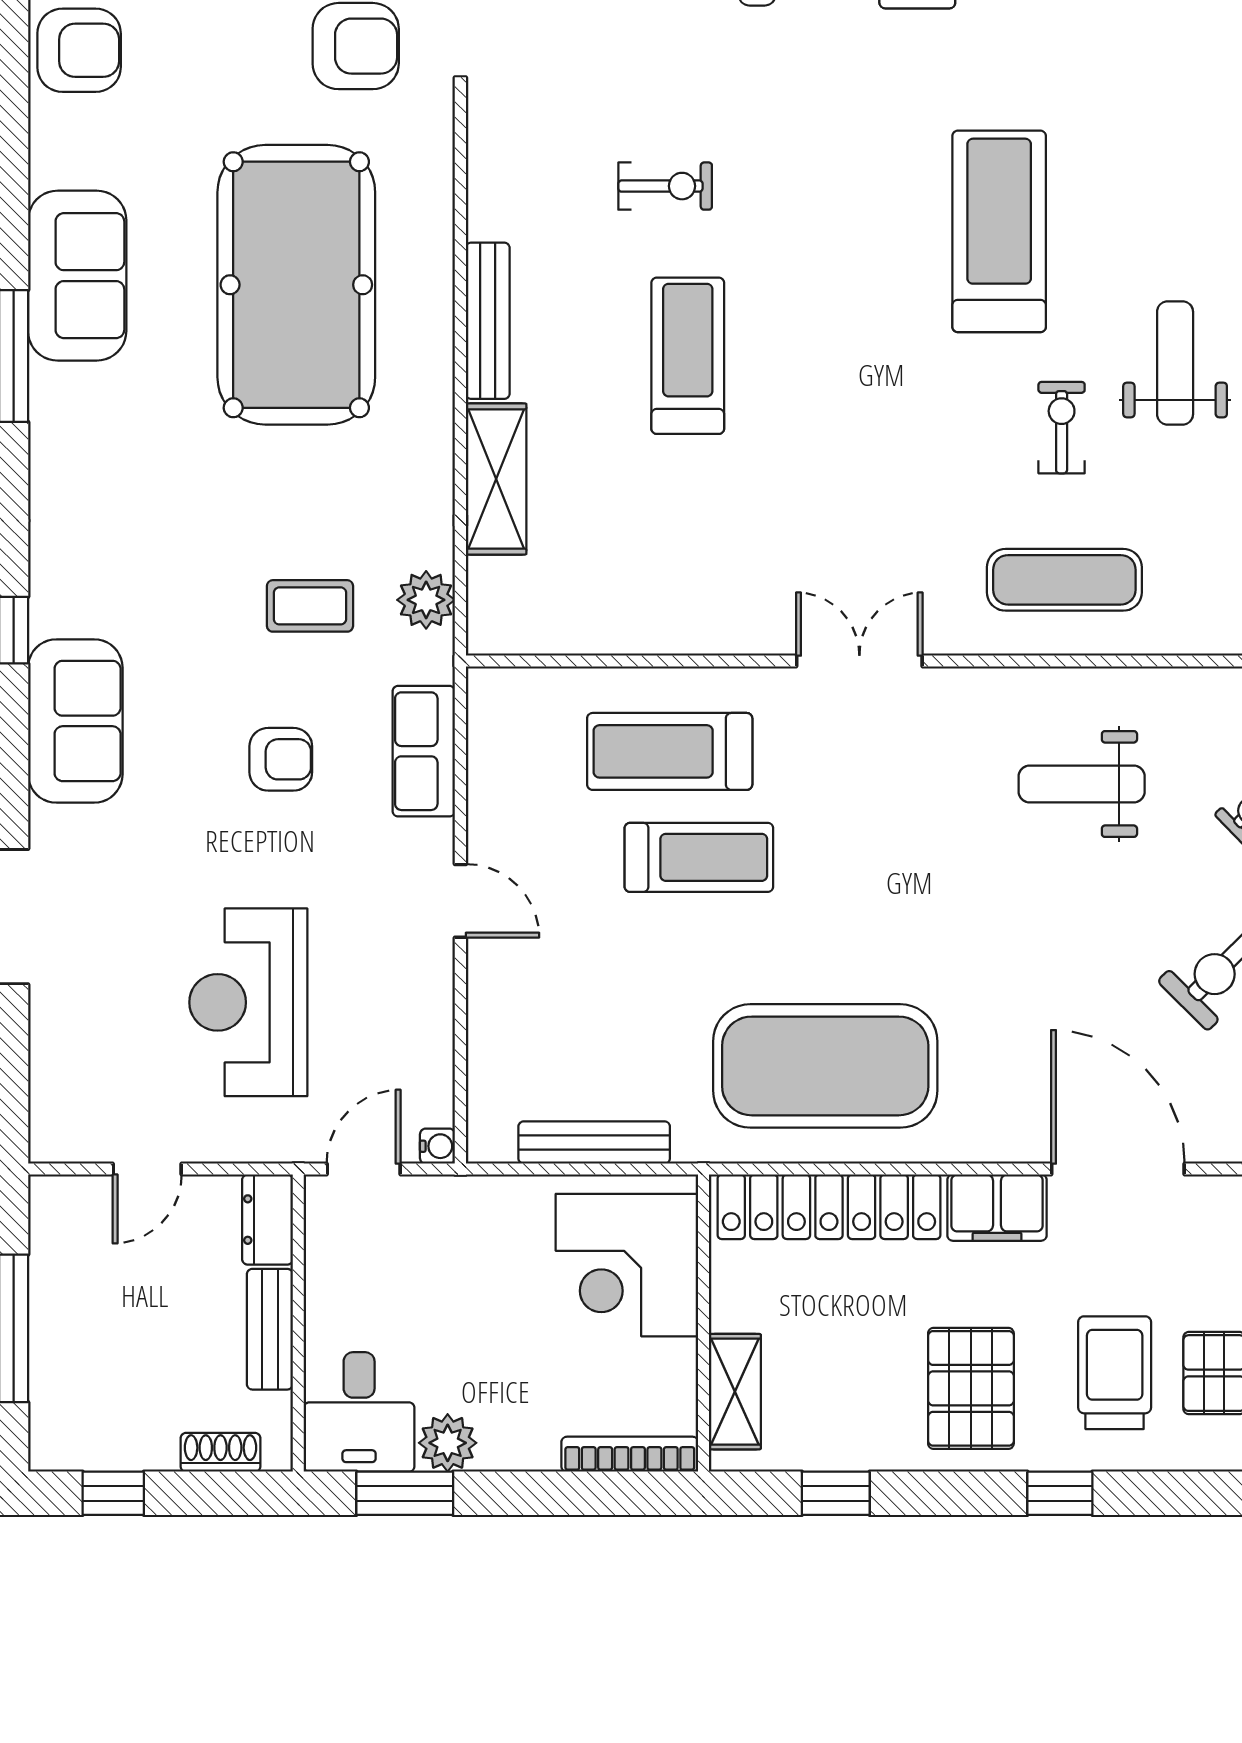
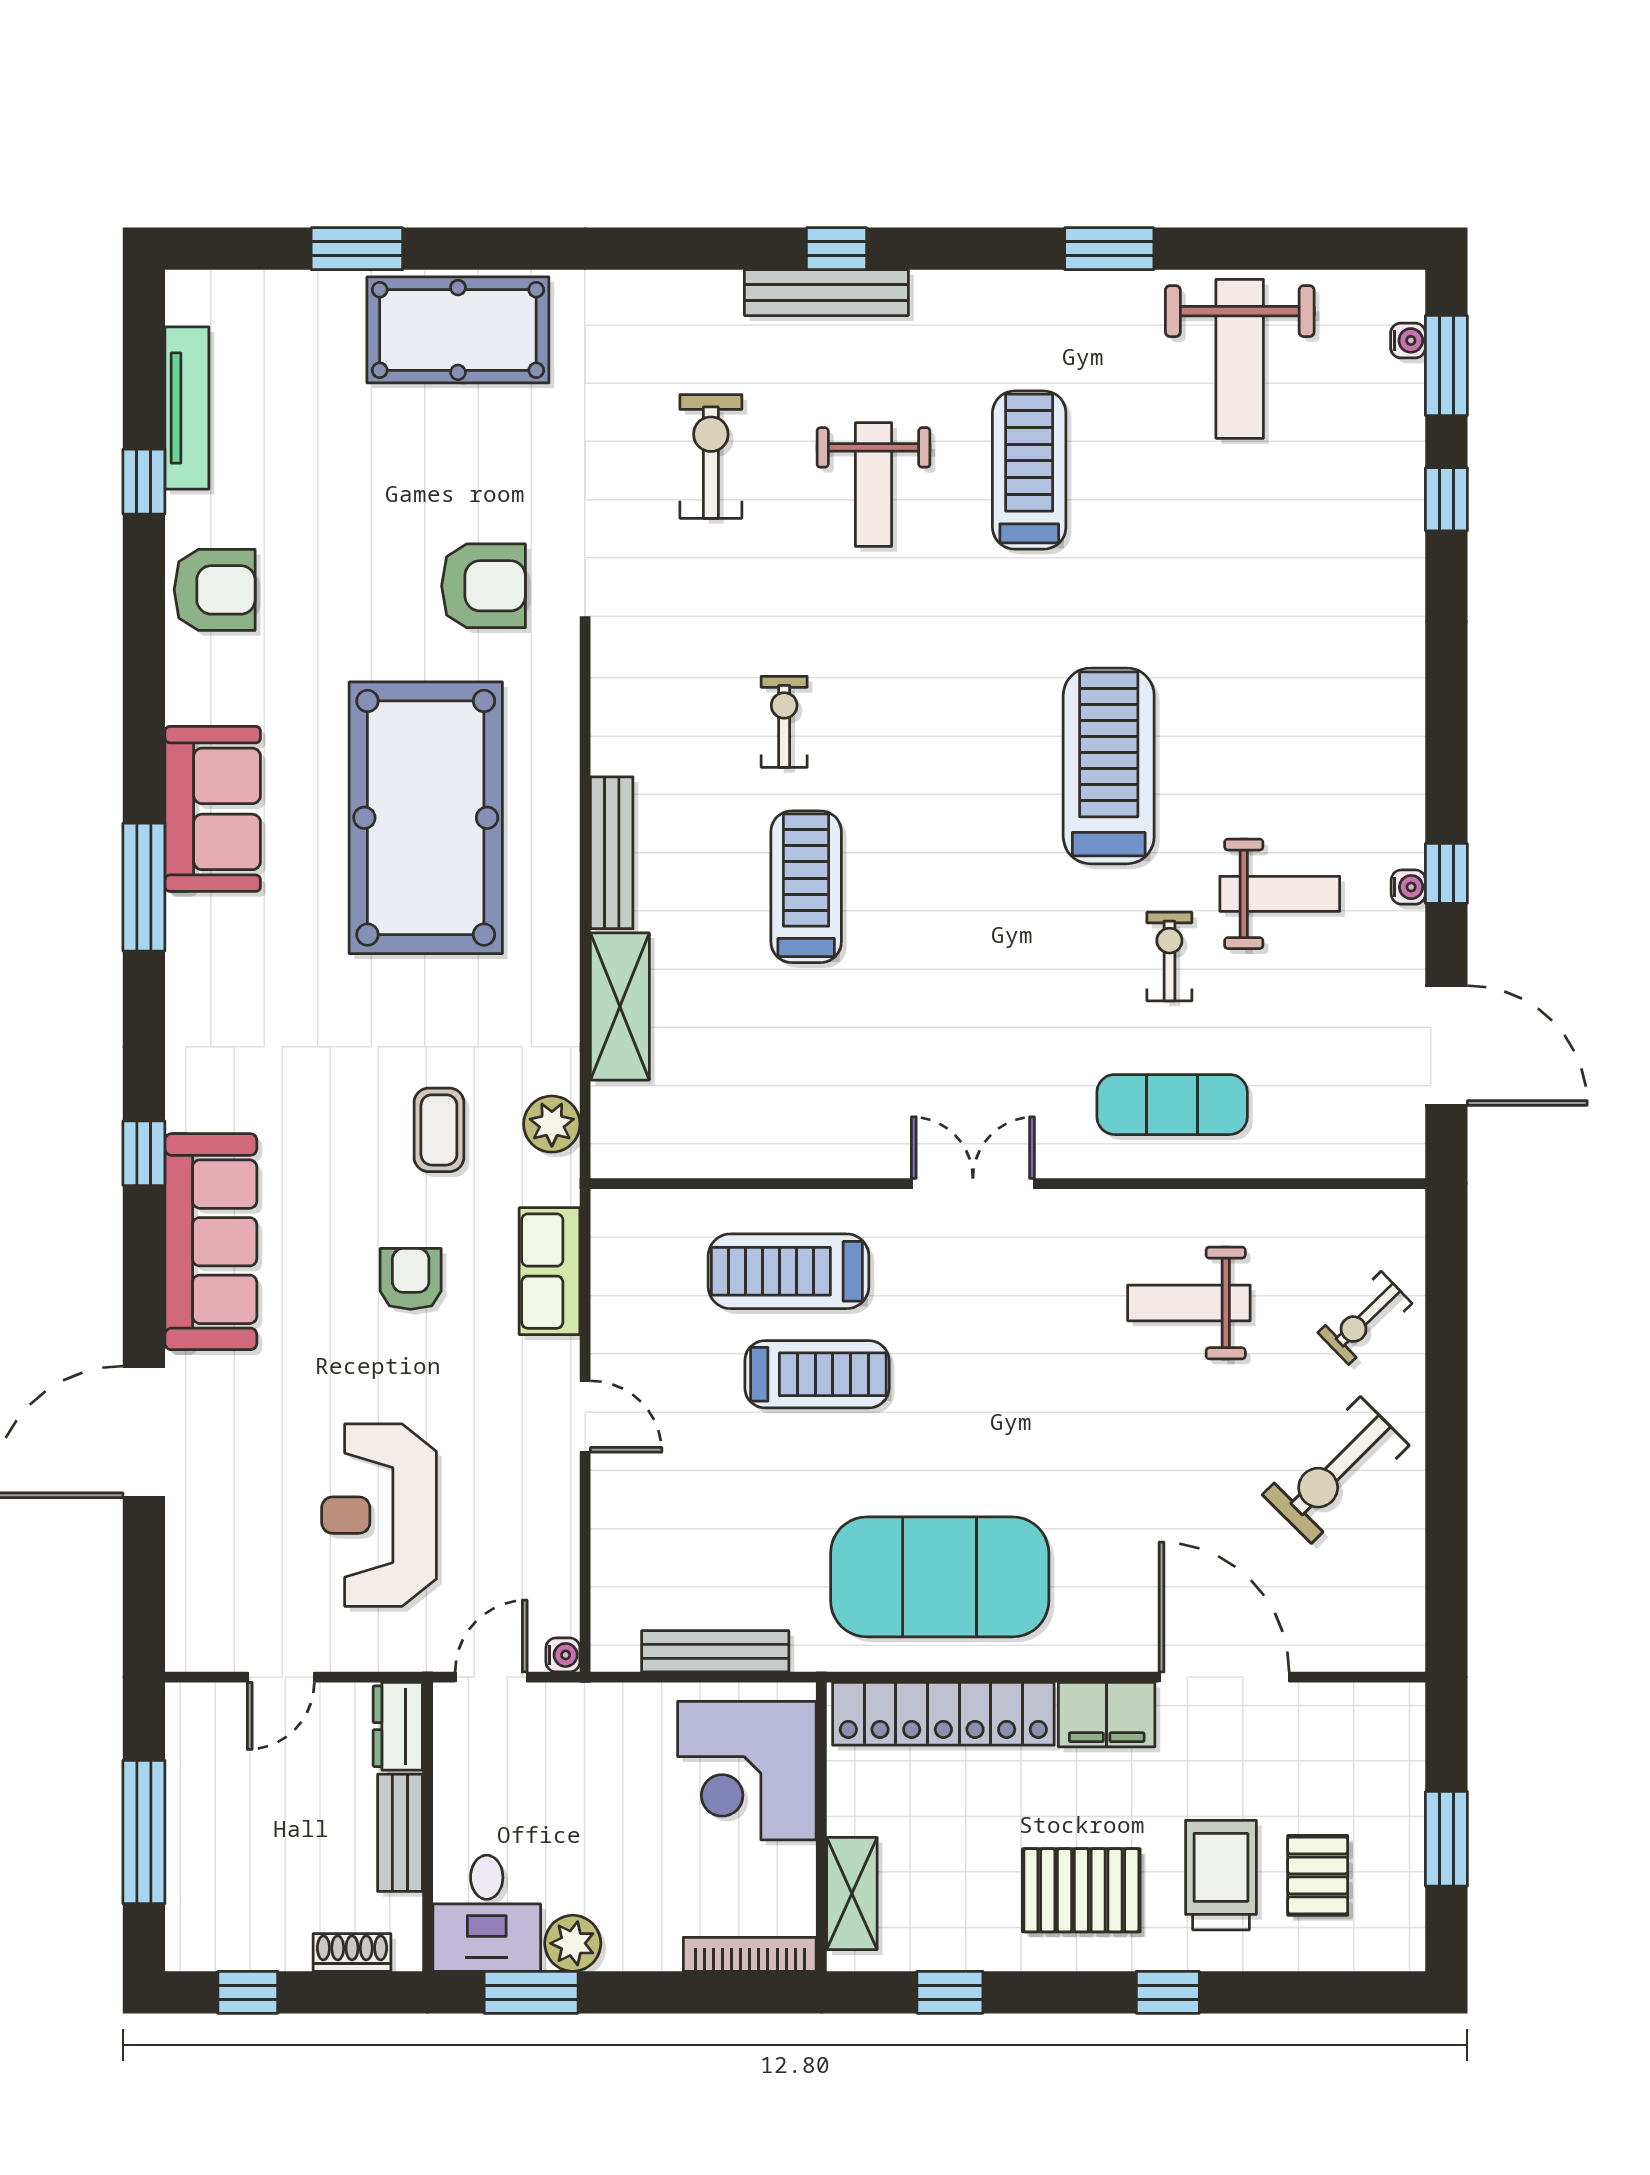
exercise bike: (665, 186) -> (784, 722), turned -90
weight bench: (1175, 363) -> (1280, 894), turned 90
coffee table: (310, 606) -> (439, 1130), turned 90
sofa: (75, 721) -> (211, 1242), width x1.36
armchair: (281, 759) -> (411, 1279), turned -90
pallet: (971, 1388) -> (1081, 1890), turned 90

